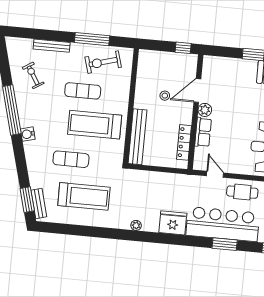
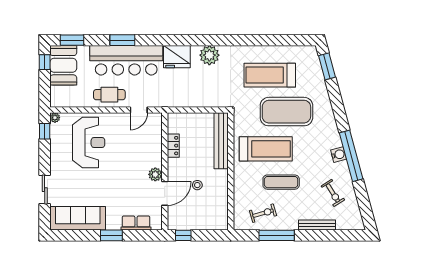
exercise bike: (103, 62) -> (263, 213), width x0.73, depth x0.72
row of seats: (203, 132) -> (136, 223), moved, turned 90
water cooler: (28, 134) -> (339, 155), moved
locker: (184, 142) -> (173, 146), width x0.66
exercise mat: (71, 159) -> (286, 112), width x2.00, depth x1.45
door: (215, 174) -> (139, 110), hinge flipped
bench: (39, 203) -> (315, 64), removed
plant: (136, 225) -> (209, 55), width x1.87, depth x1.87

